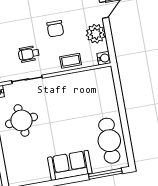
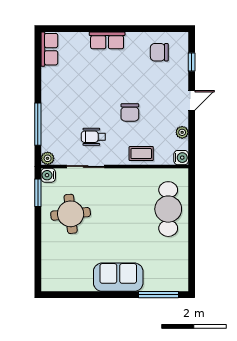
plant: (96, 34) -> (182, 132), width x0.53, depth x0.53
cafe table: (109, 141) -> (168, 209), moved

